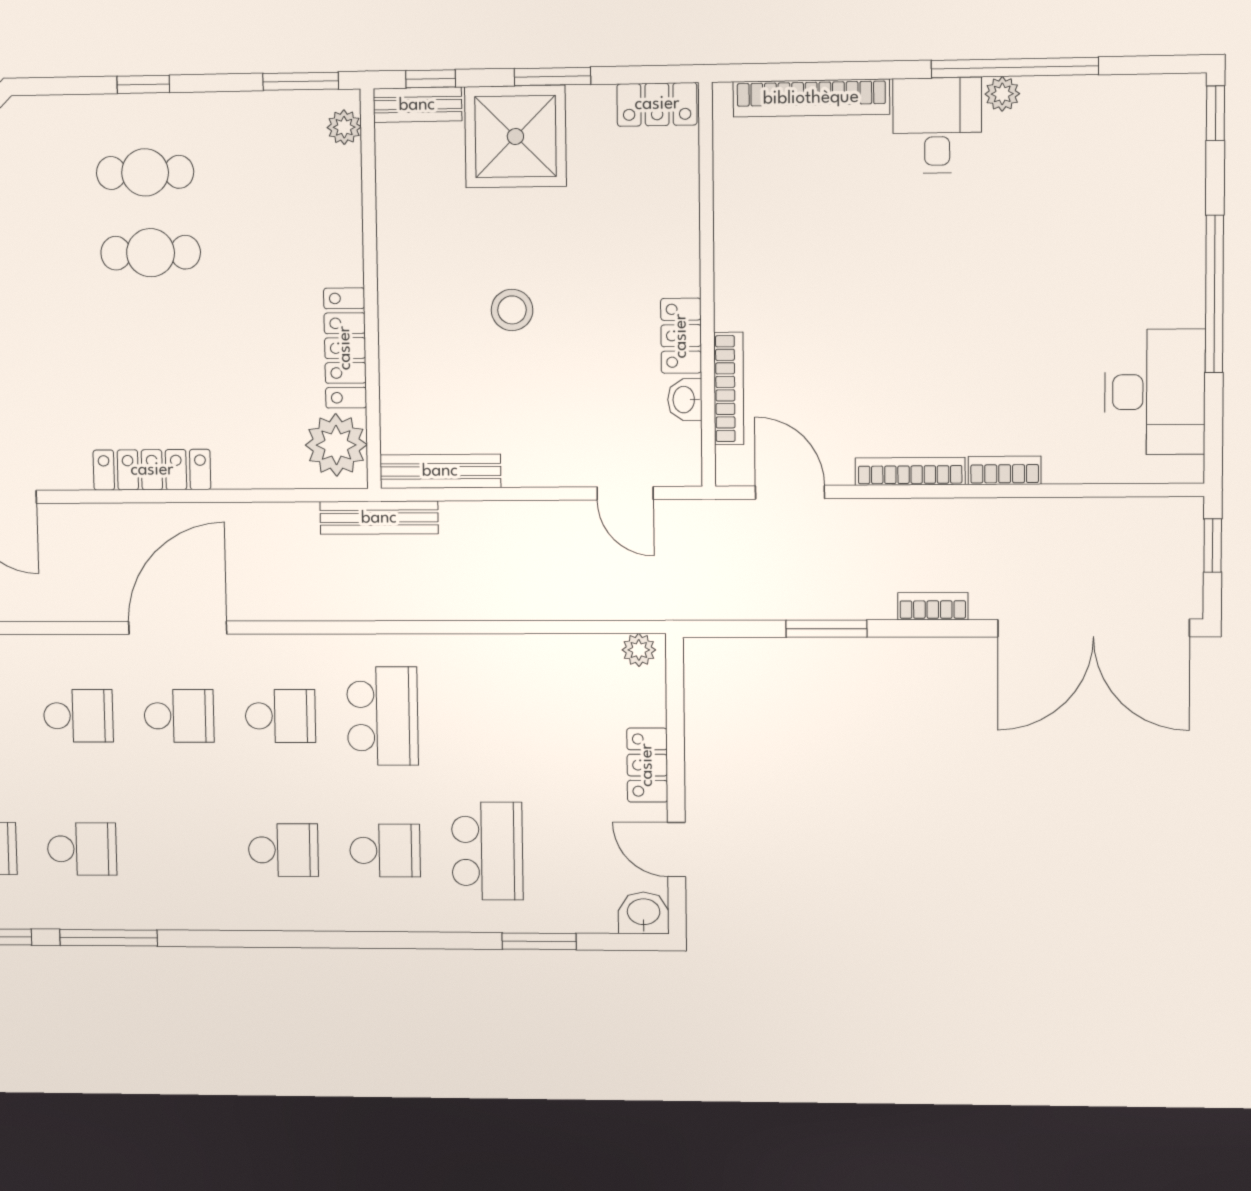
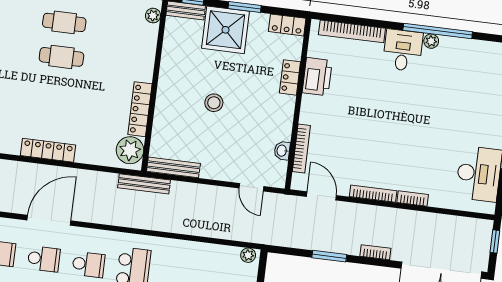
printer: (743, 216) -> (317, 77), added
locker: (681, 336) -> (290, 77), moved

